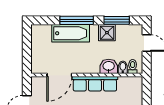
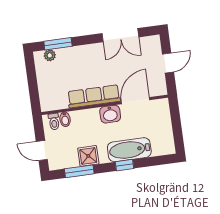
window: (77, 20) -> (125, 165), width x0.46
washbasin: (109, 66) -> (110, 114), moved

